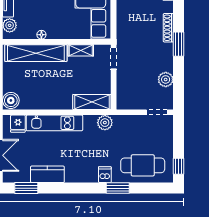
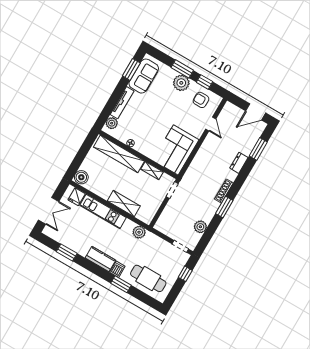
shelving: (92, 102) -> (124, 204), moved
window: (179, 166) -> (185, 274), moved
kitchen counter: (47, 174) -> (100, 259), moved
window: (26, 188) -> (67, 252), moved

